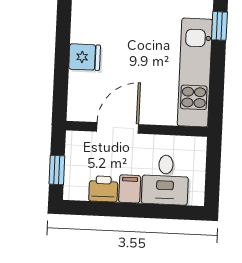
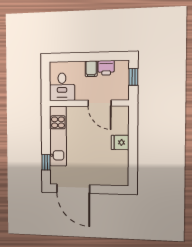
door: (118, 128) -> (99, 103), hinge flipped
desk: (165, 180) -> (62, 87), moved, turned 180

